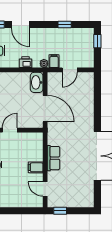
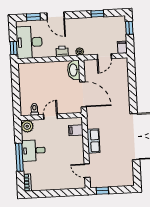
filing cabinet: (54, 61) -> (122, 47), moved
filing cabinet: (36, 167) -> (76, 130), moved

